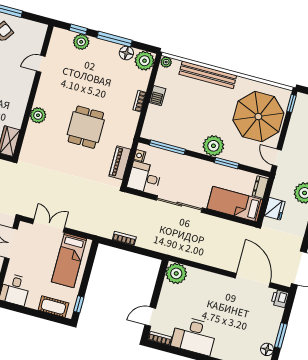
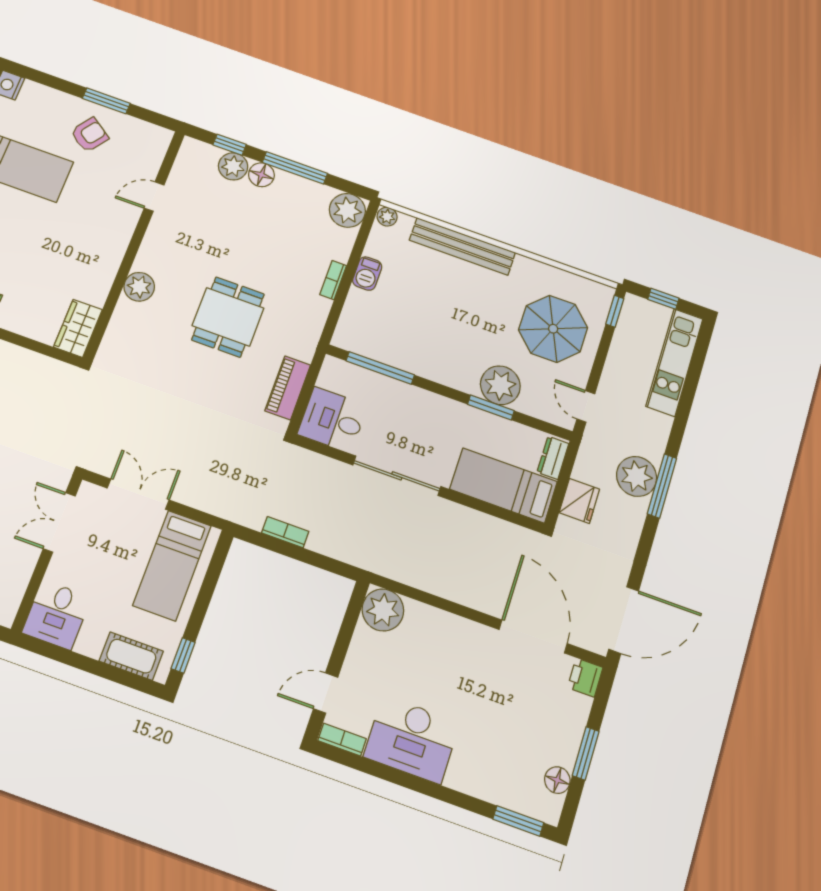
floor lamp: (126, 53) -> (261, 175), moved
parasol: (258, 117) -> (553, 329), width x0.73, depth x0.73
plant: (213, 146) -> (500, 385), moved
nightstand: (140, 156) -> (327, 378), removed

